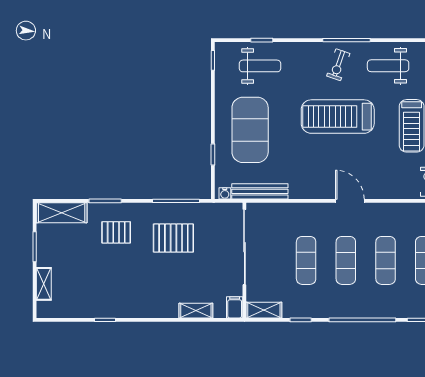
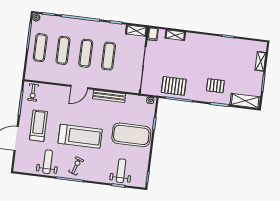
weight bench: (260, 66) -> (121, 171), turned 90
weight bench: (388, 66) -> (48, 162), turned -90
exercise mat: (250, 130) -> (131, 135), turned 90
bench: (260, 191) -> (109, 96), moved
door: (350, 201) -> (79, 87), hinge flipped
pallet: (173, 238) -> (174, 86), moved

